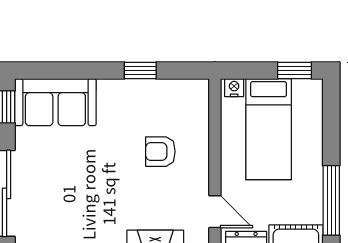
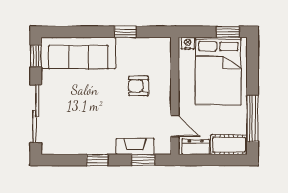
sofa: (55, 102) -> (78, 53), width x1.36
bed: (269, 129) -> (218, 71), width x1.50

